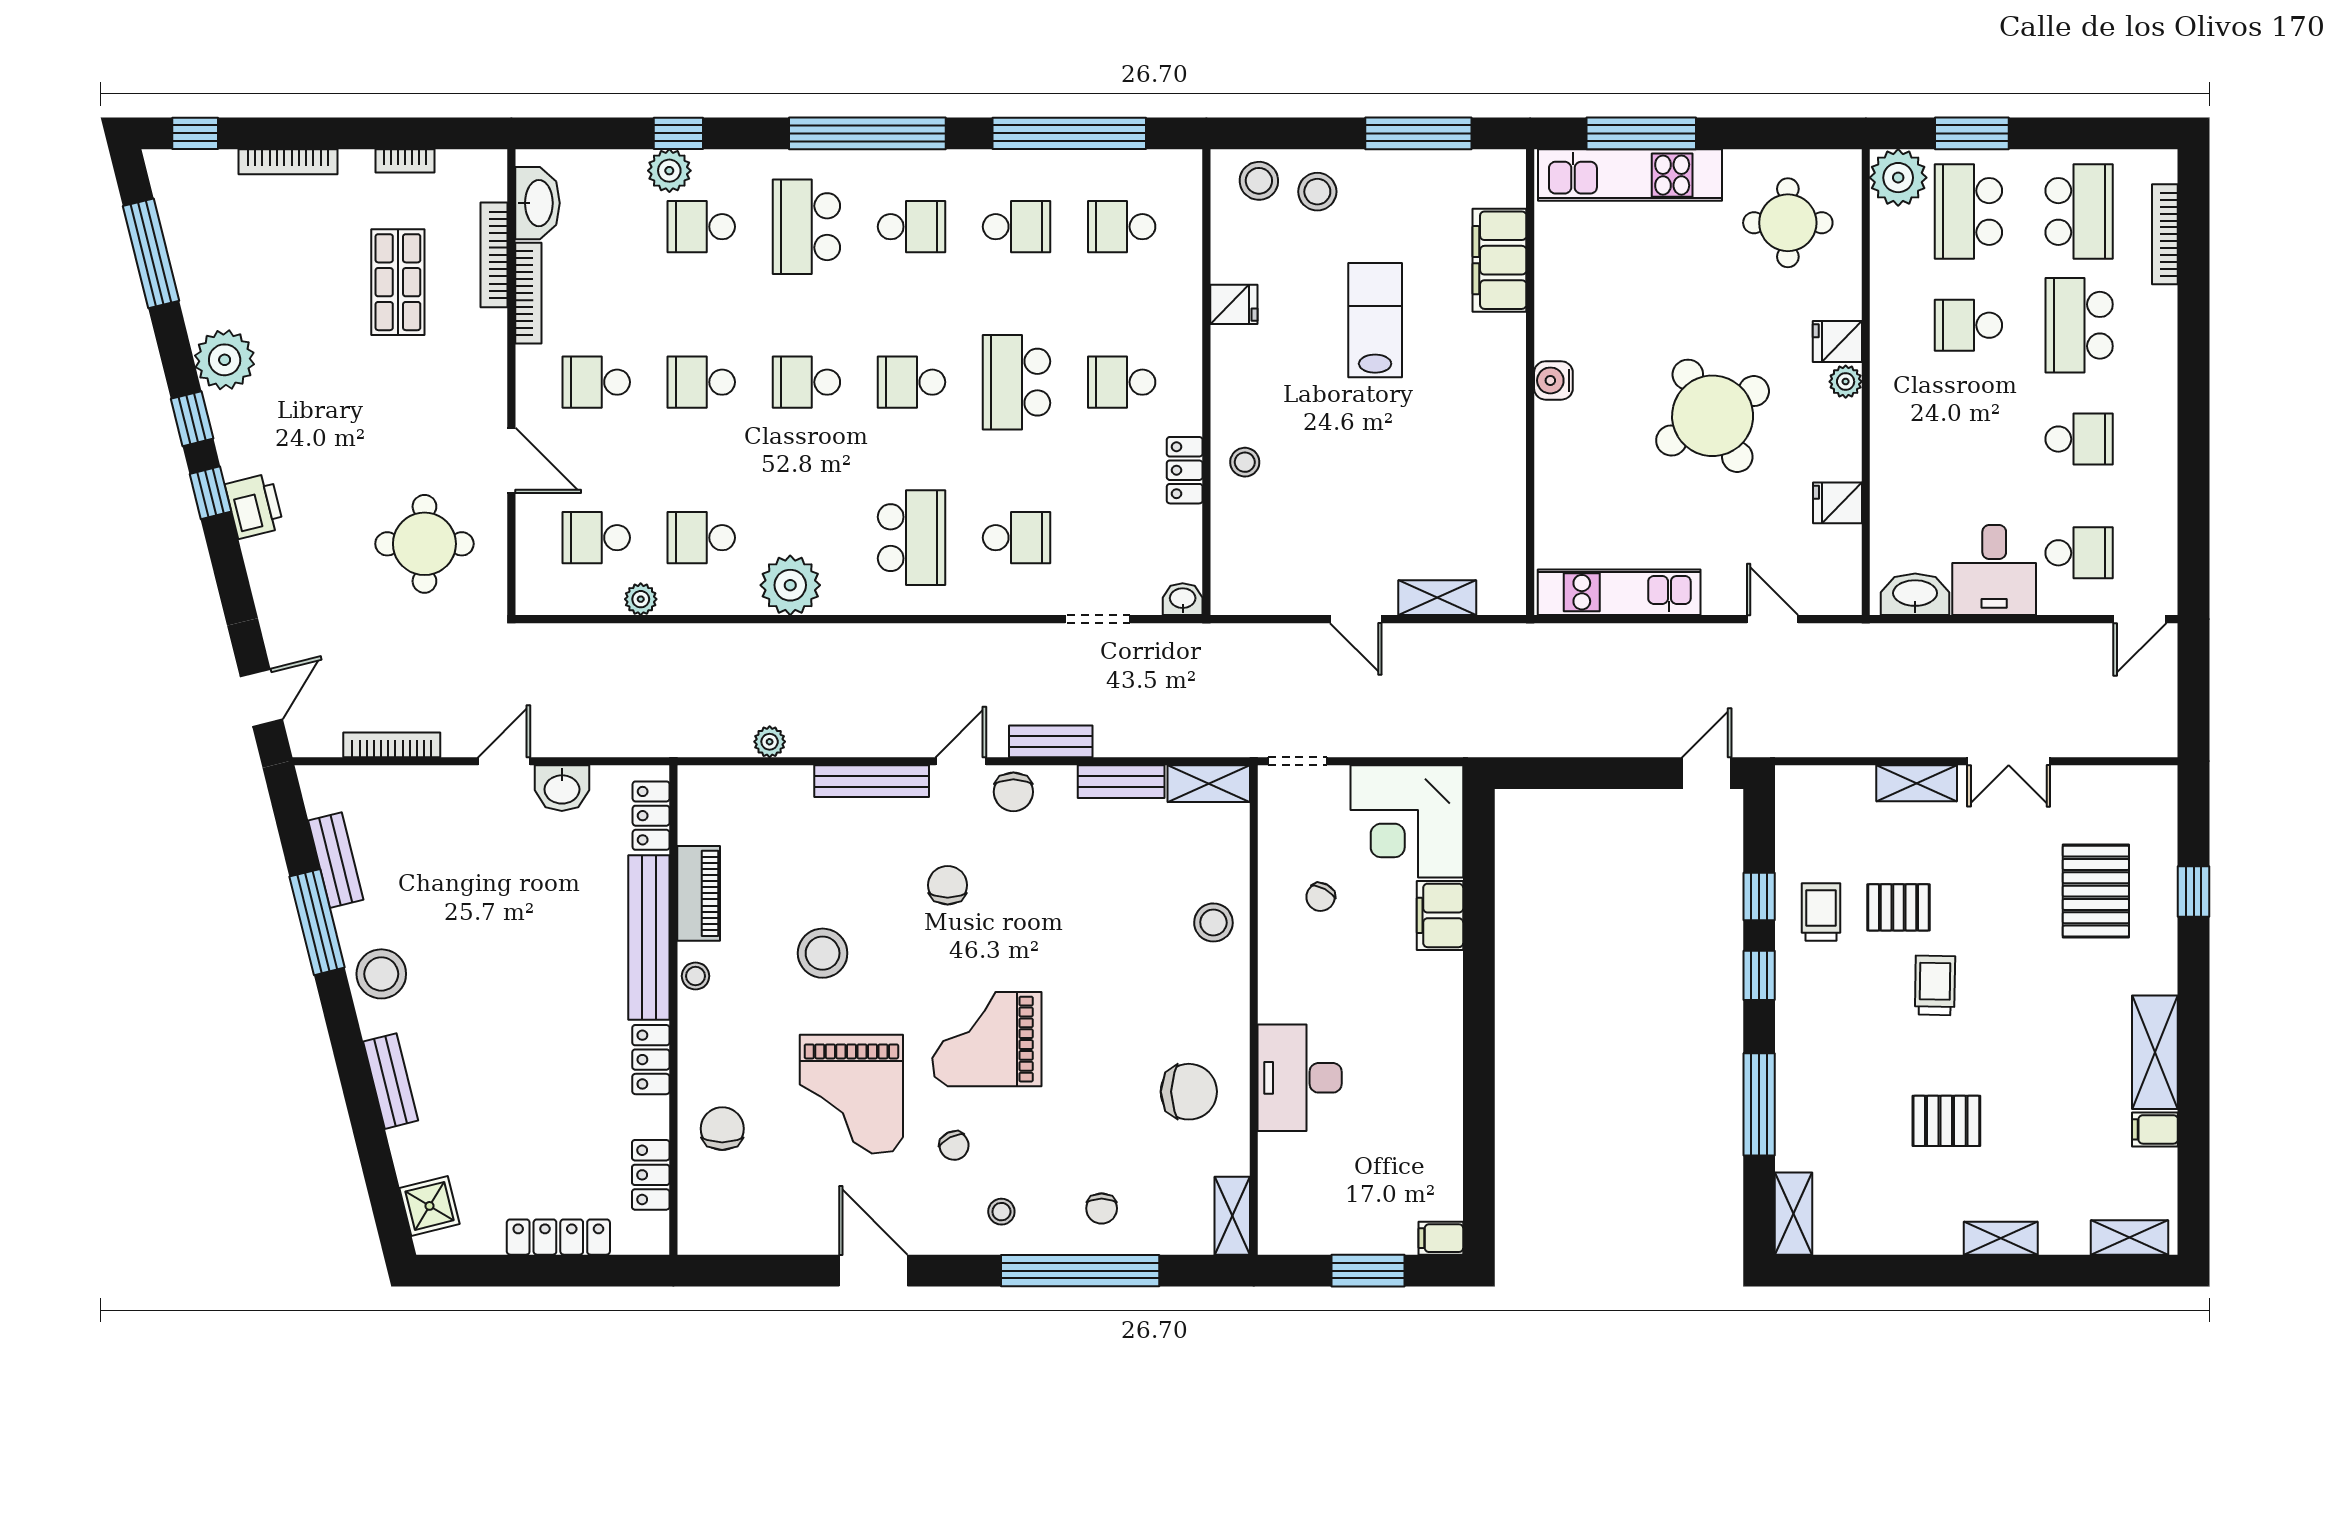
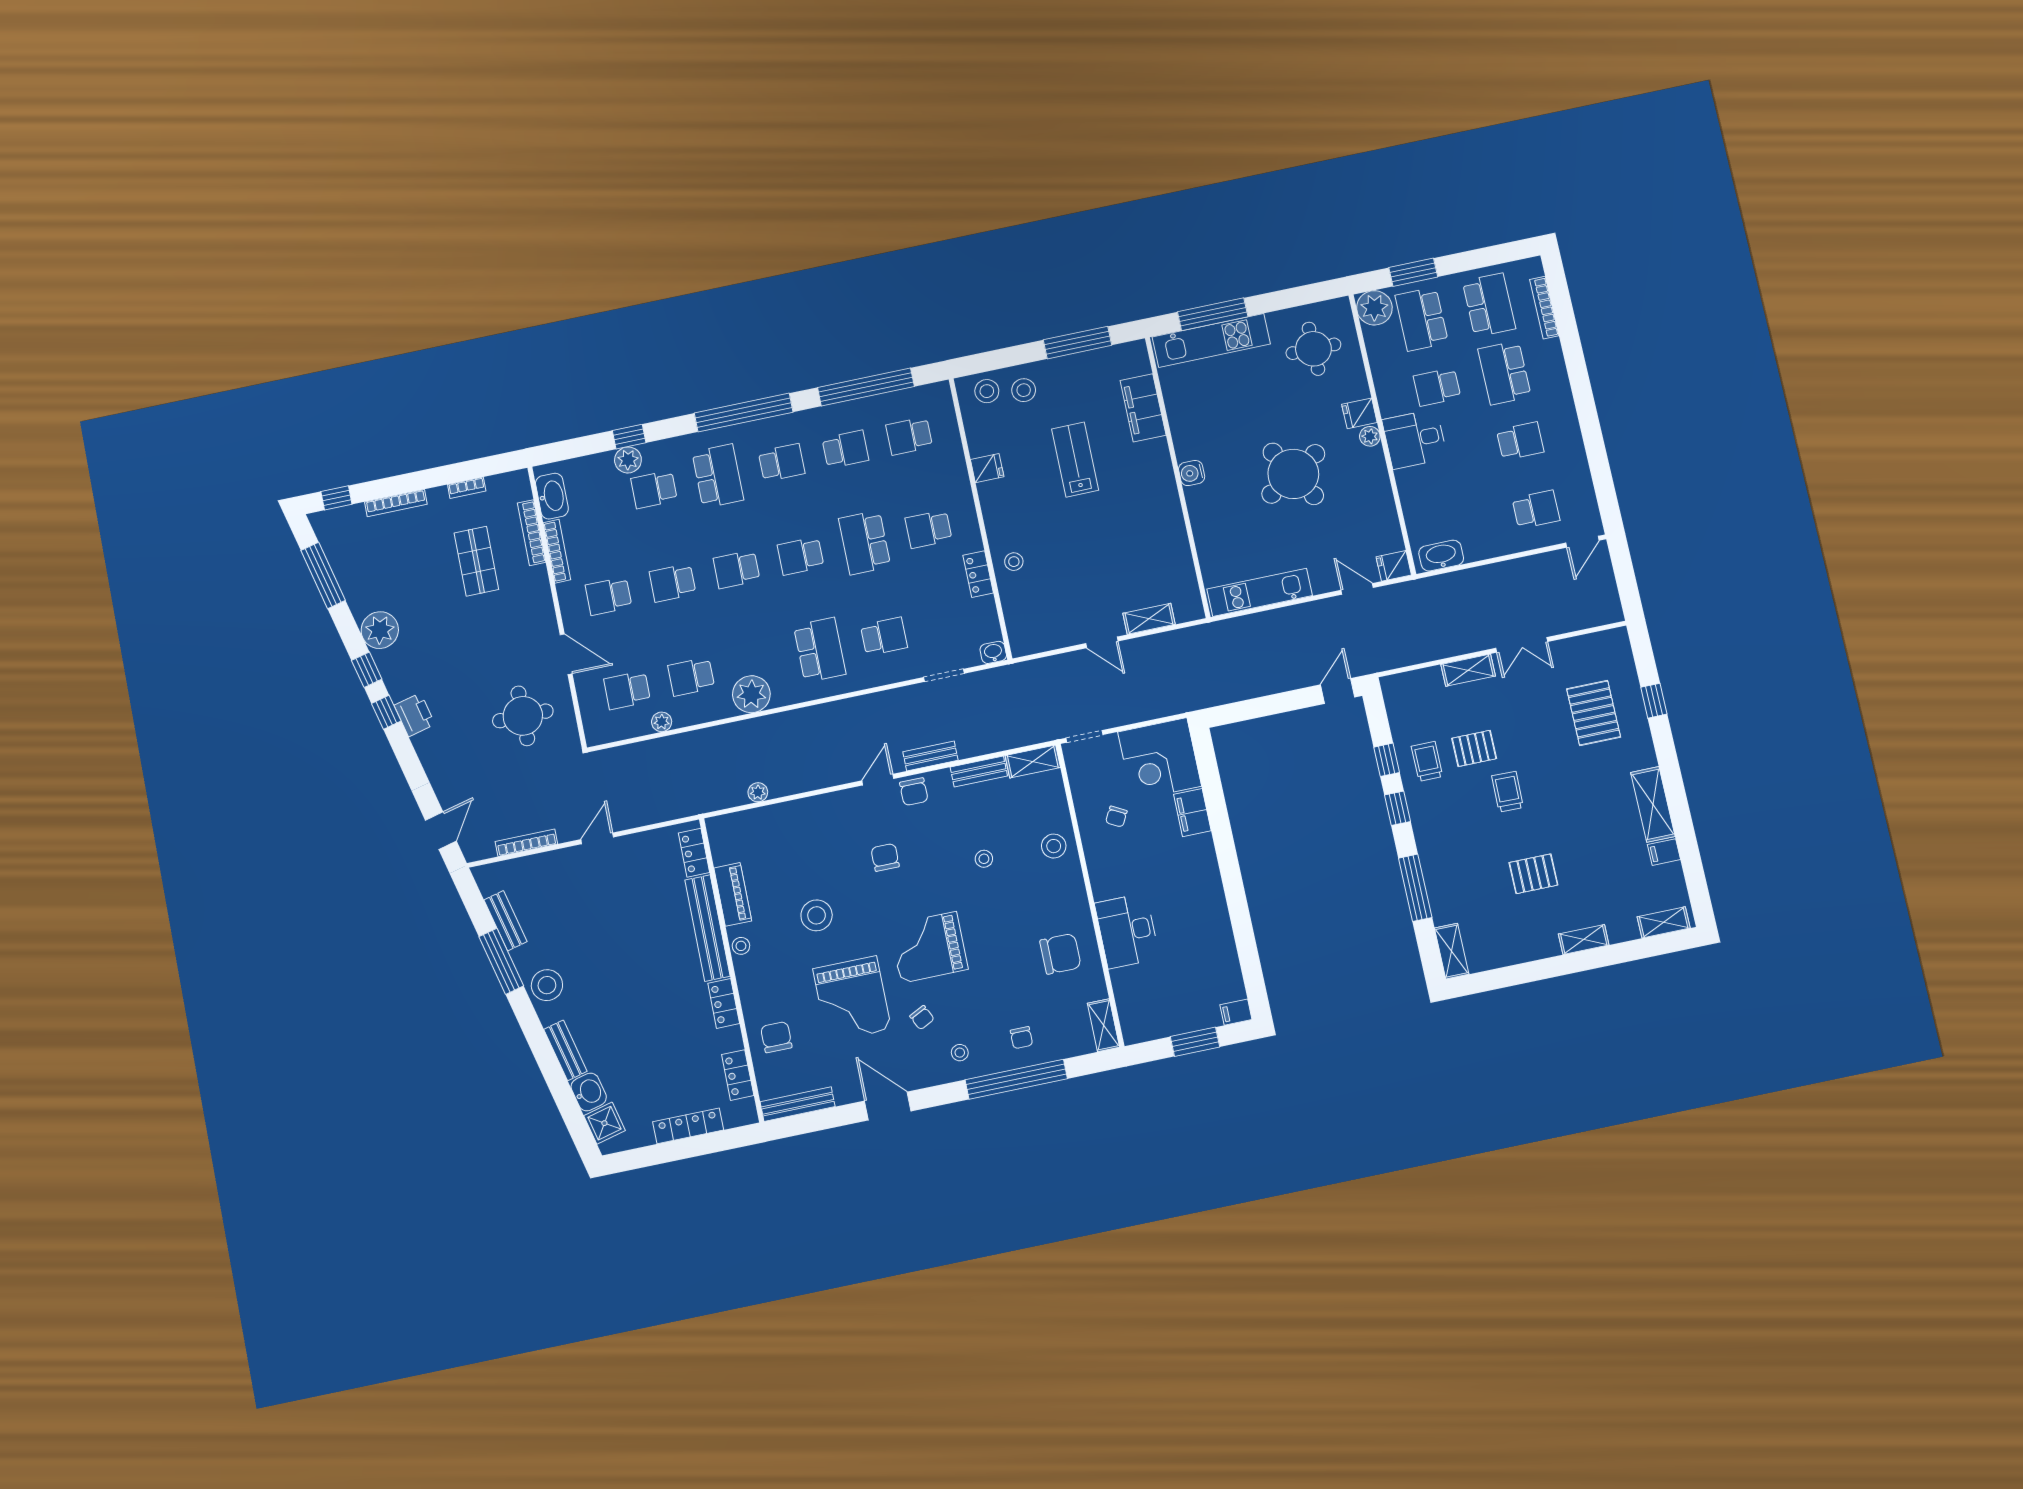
school desk: (806, 227) -> (718, 476), turned 180
fridge: (1837, 503) -> (1394, 566), moved
desk: (1994, 570) -> (1415, 439), moved, turned 90
bench: (872, 781) -> (798, 1104), moved
washbasin: (562, 788) -> (589, 1092), moved, turned -104
stool: (1101, 920) -> (984, 859), added

